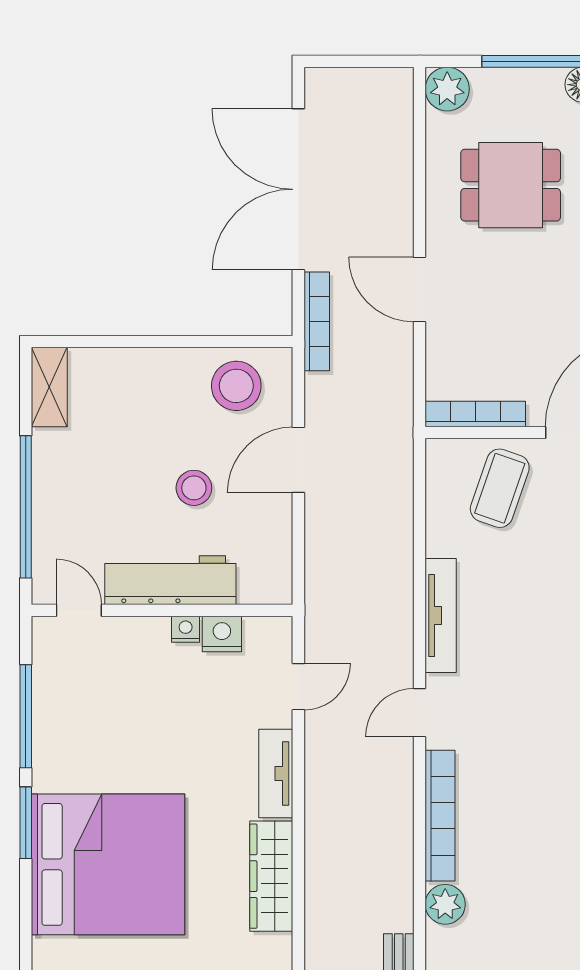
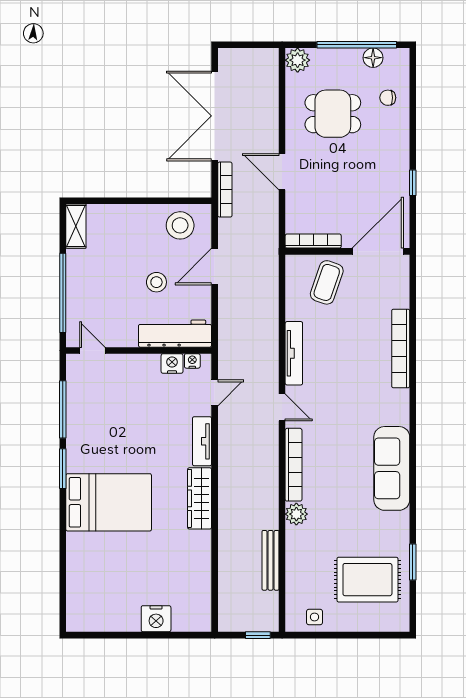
workbench: (170, 580) -> (175, 334), moved
nightstand: (186, 629) -> (192, 361), moved
door: (420, 713) -> (282, 407), swing flipped
bed: (108, 864) -> (109, 502), width x0.73

